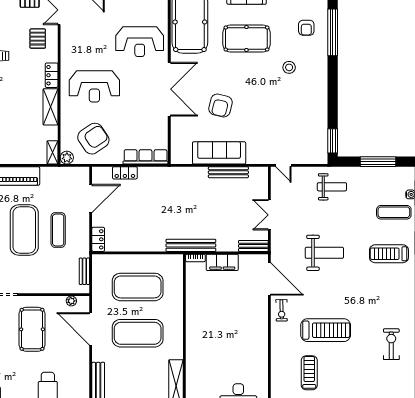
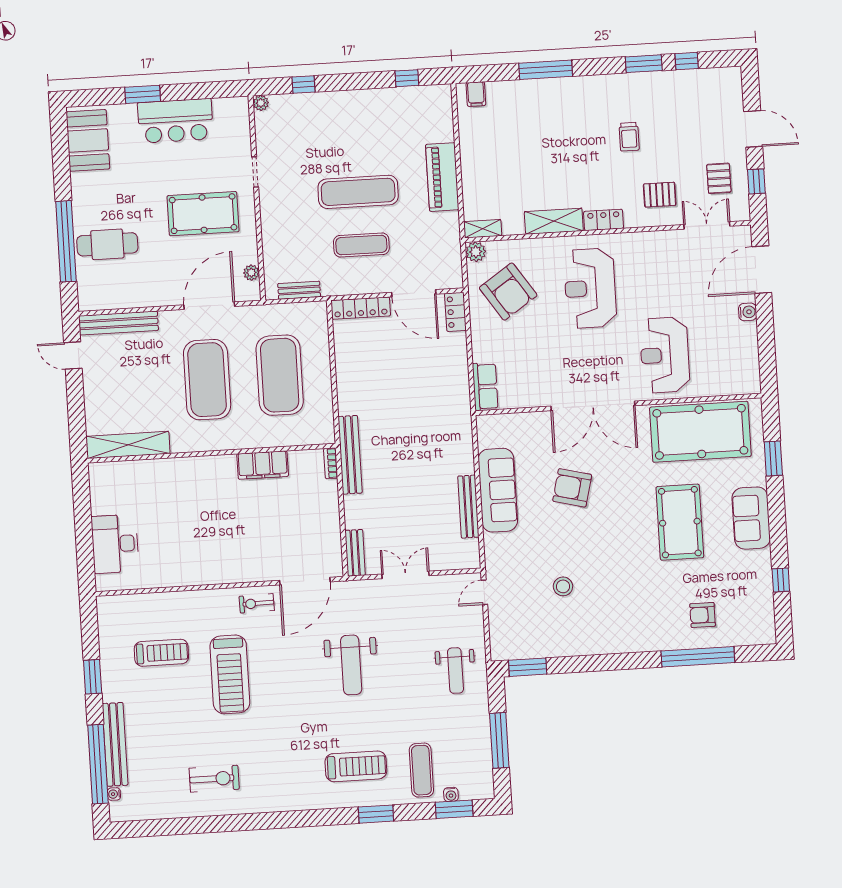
stool: (289, 67) -> (563, 586), moved
row of seats: (146, 157) -> (485, 387), width x0.68
locker: (125, 173) -> (455, 312), moved
exercise mat: (24, 230) -> (358, 192), width x0.68
locker: (98, 239) -> (361, 308), width x1.53
treadmill: (389, 254) -> (356, 766), turned 90
filing cabinet: (222, 262) -> (263, 465), moved, turned -90

